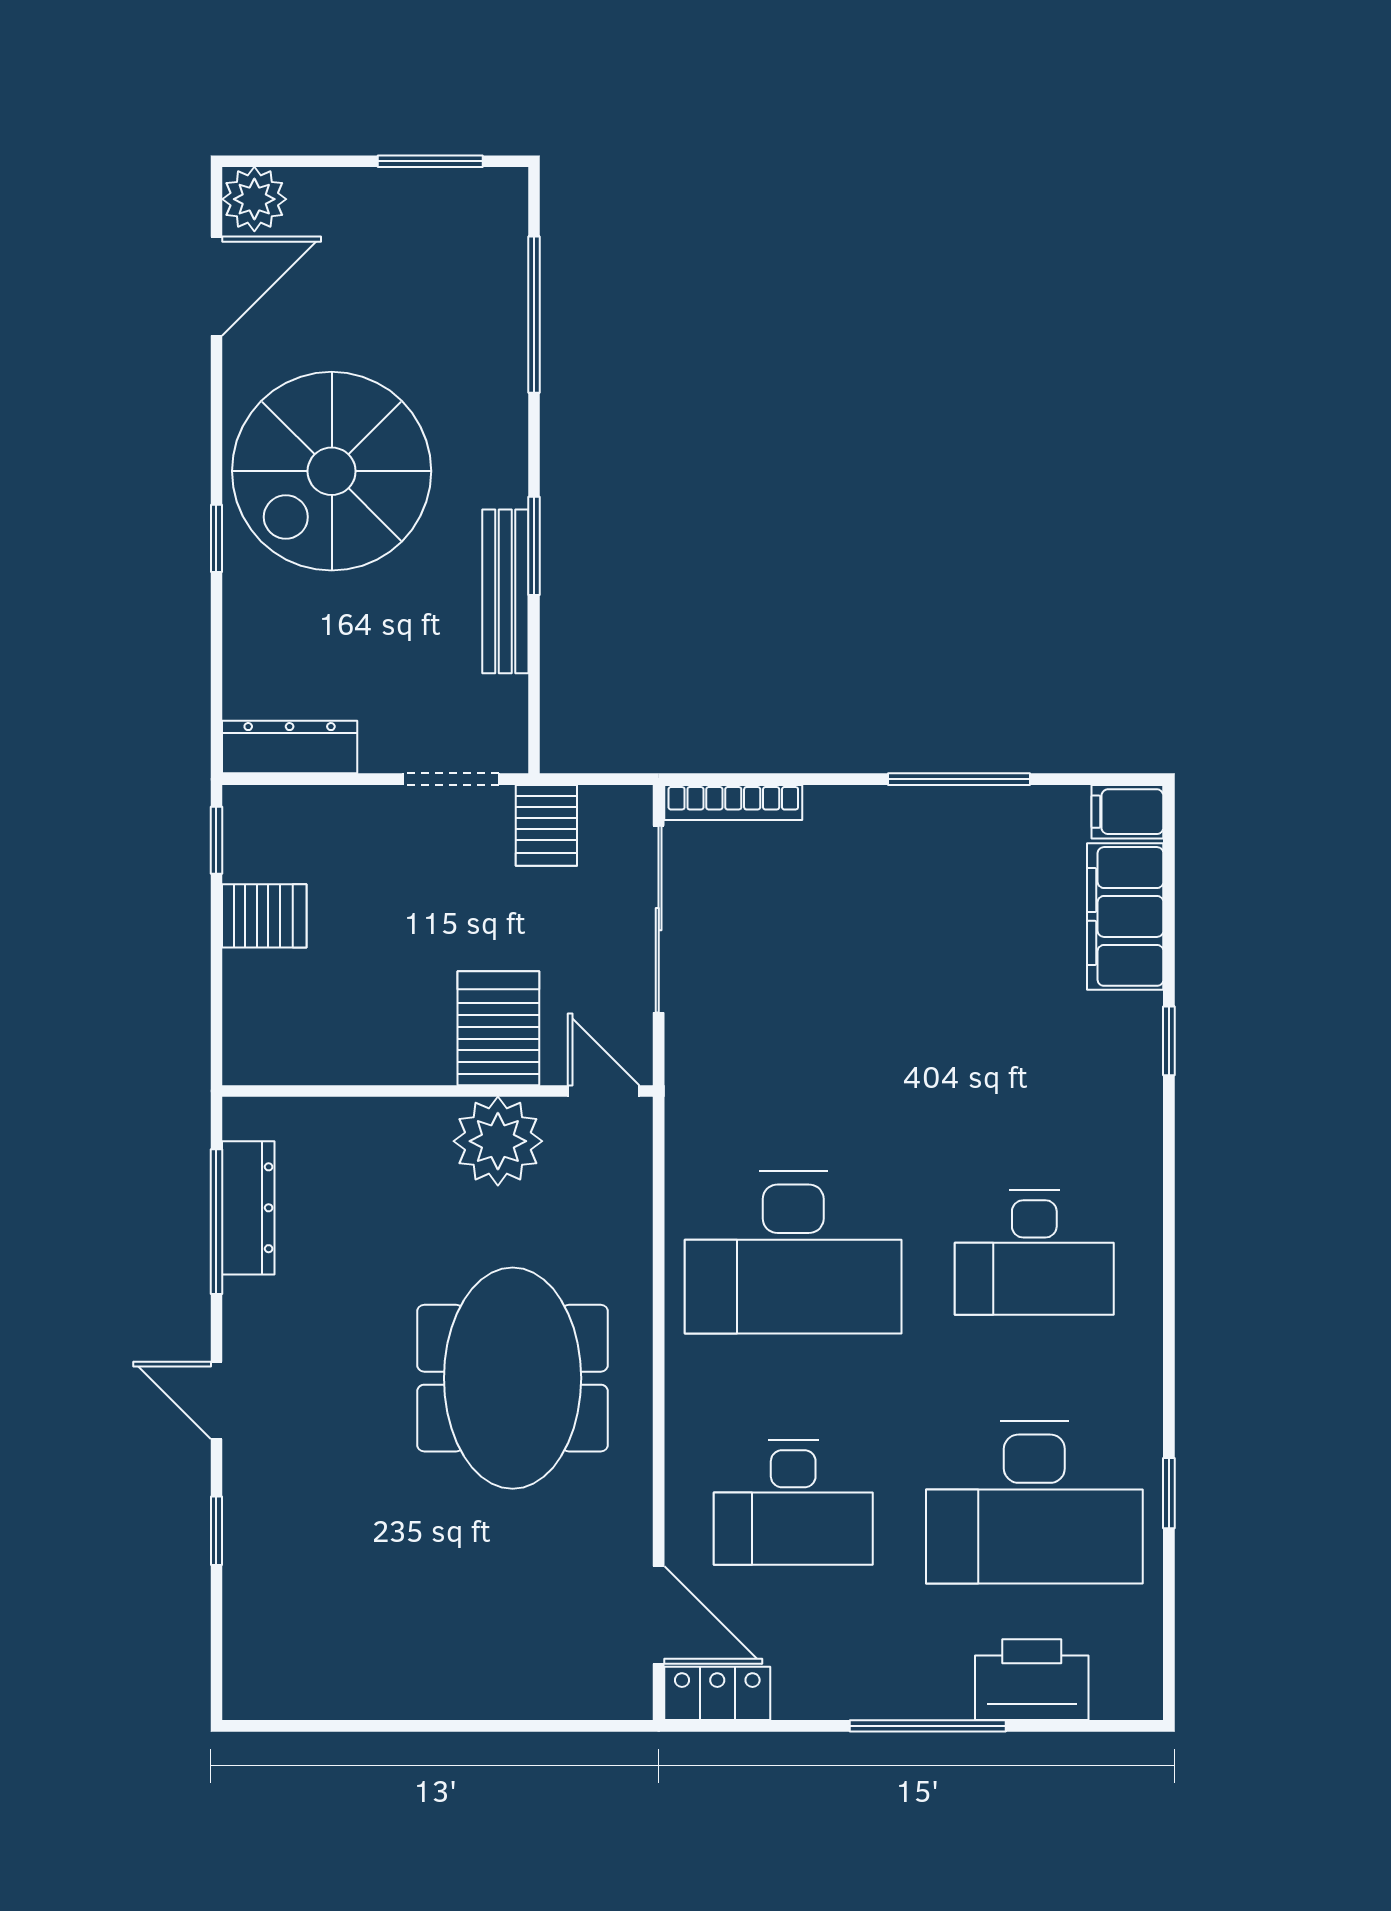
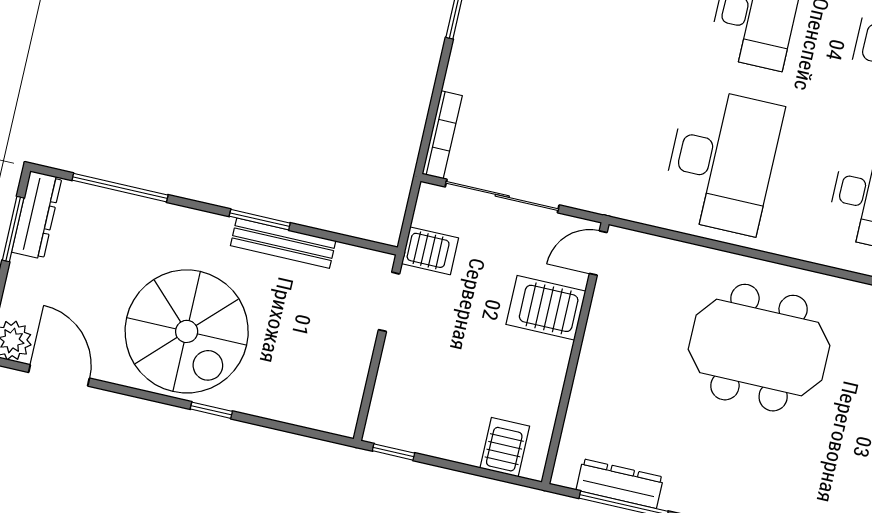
dresser: (290, 747) -> (37, 215), moved, turned 180
server rack: (264, 916) -> (505, 447), moved
plant: (498, 1141) -> (614, 324), removed

